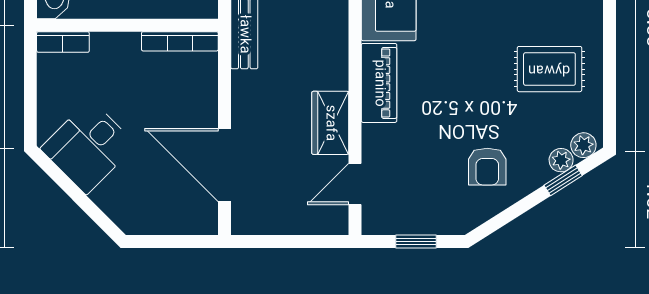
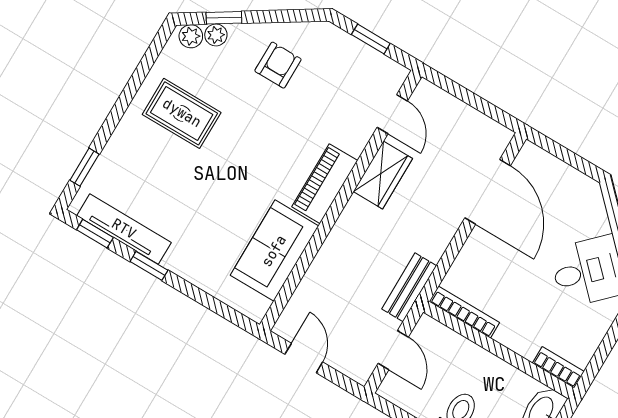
door: (355, 184) -> (392, 114), hinge flipped

